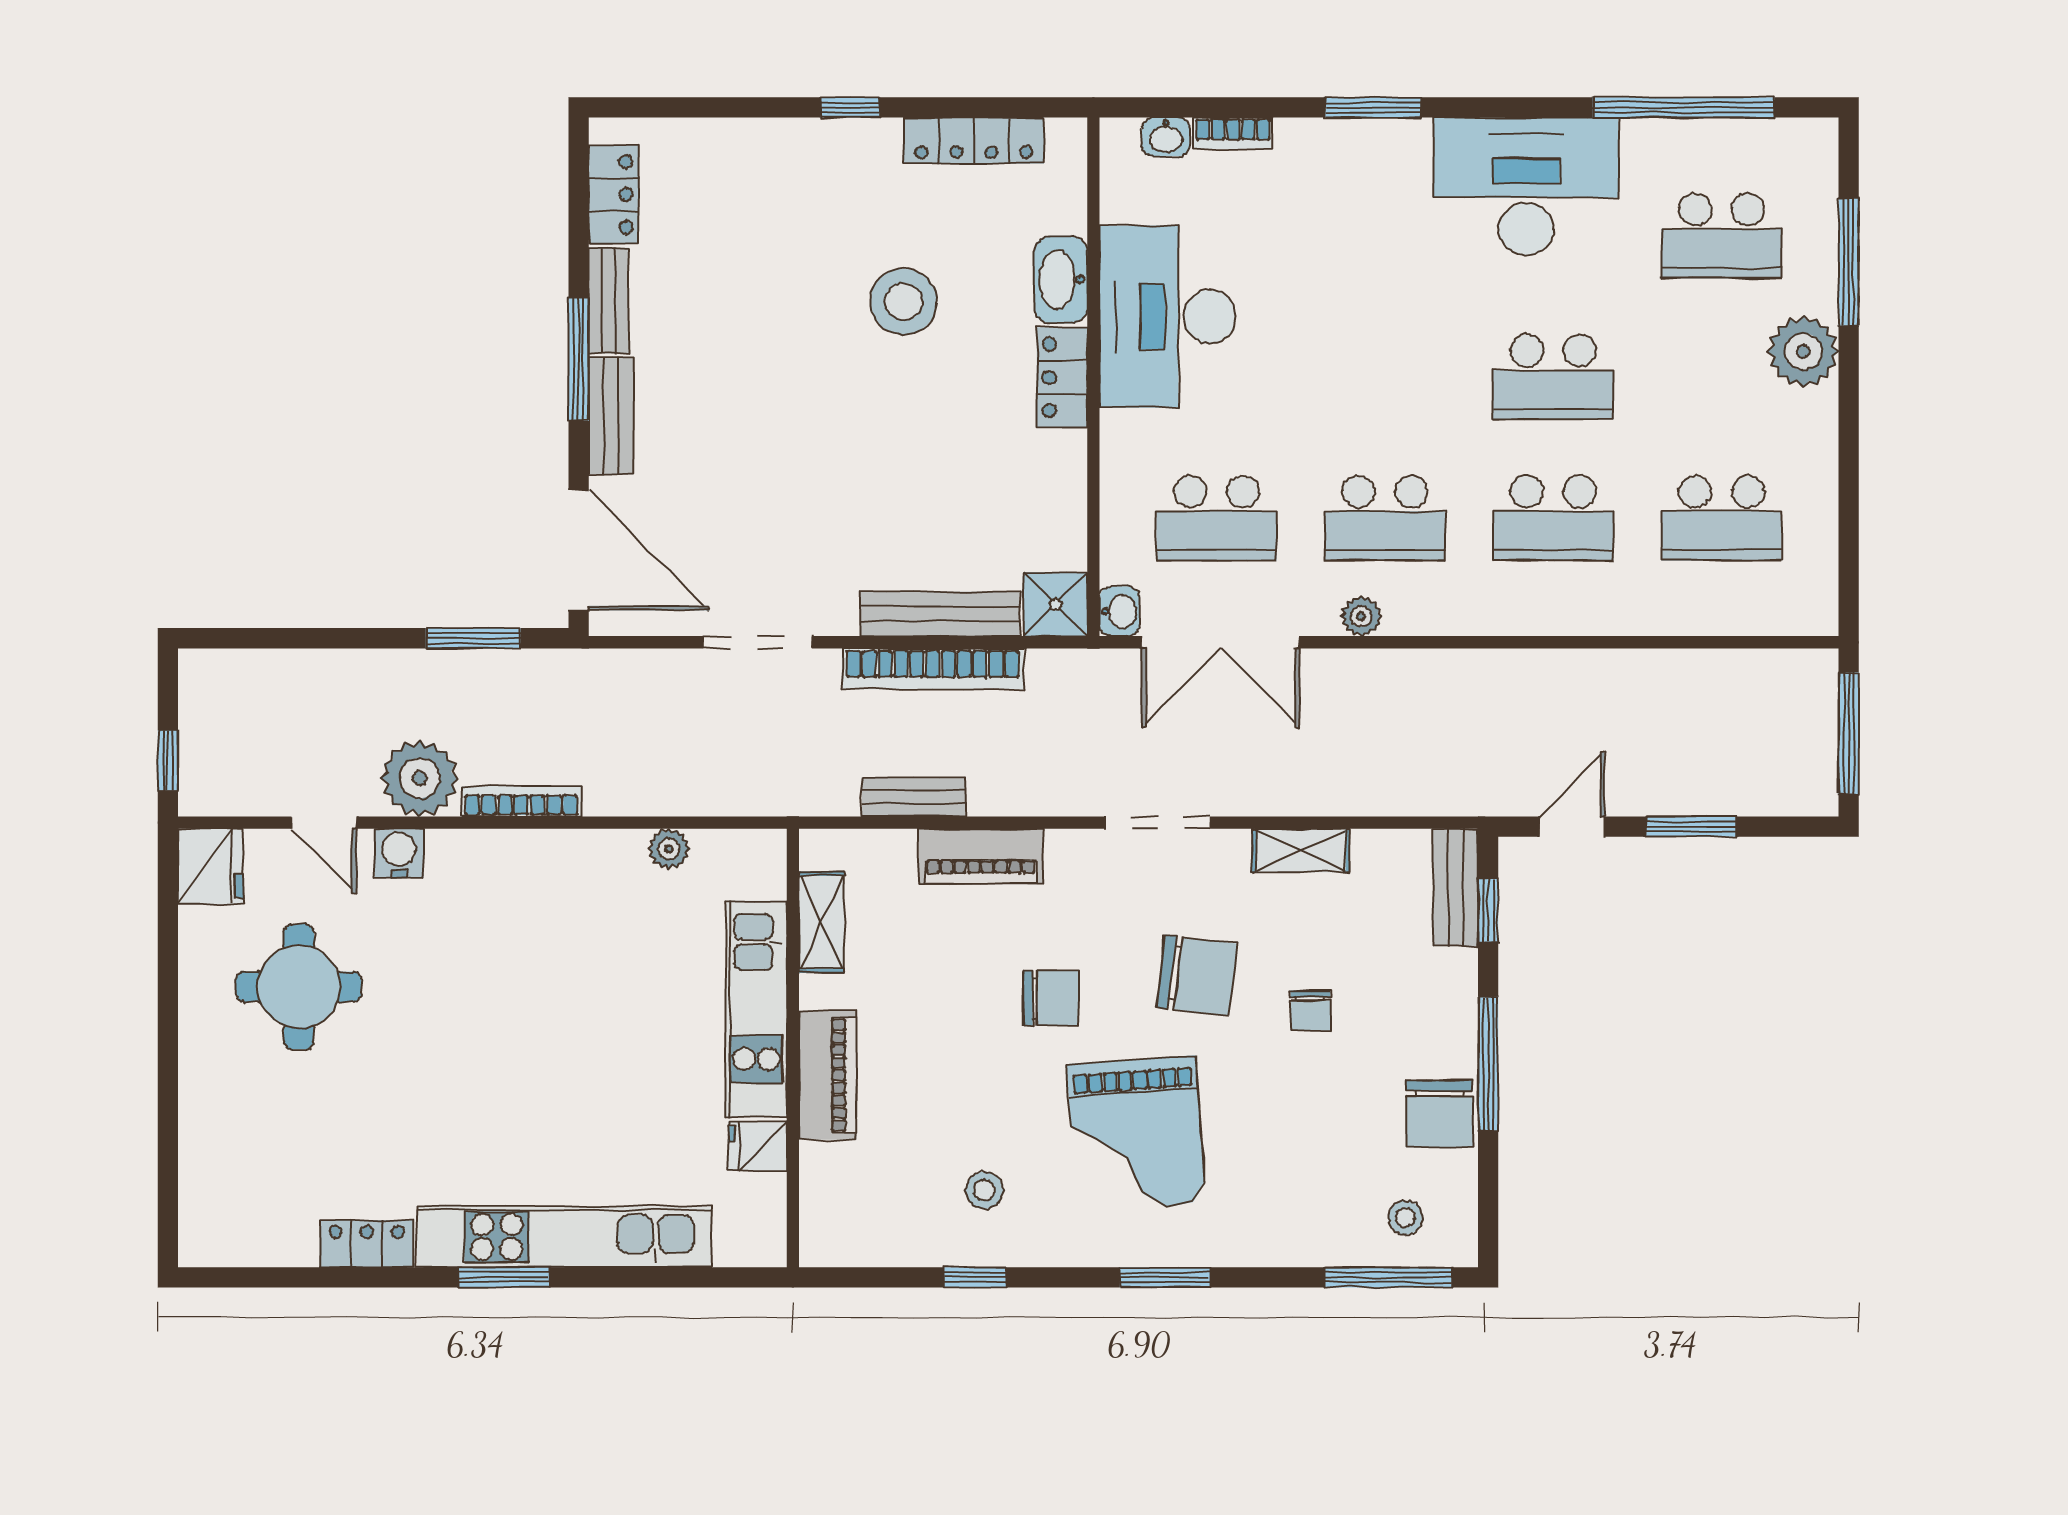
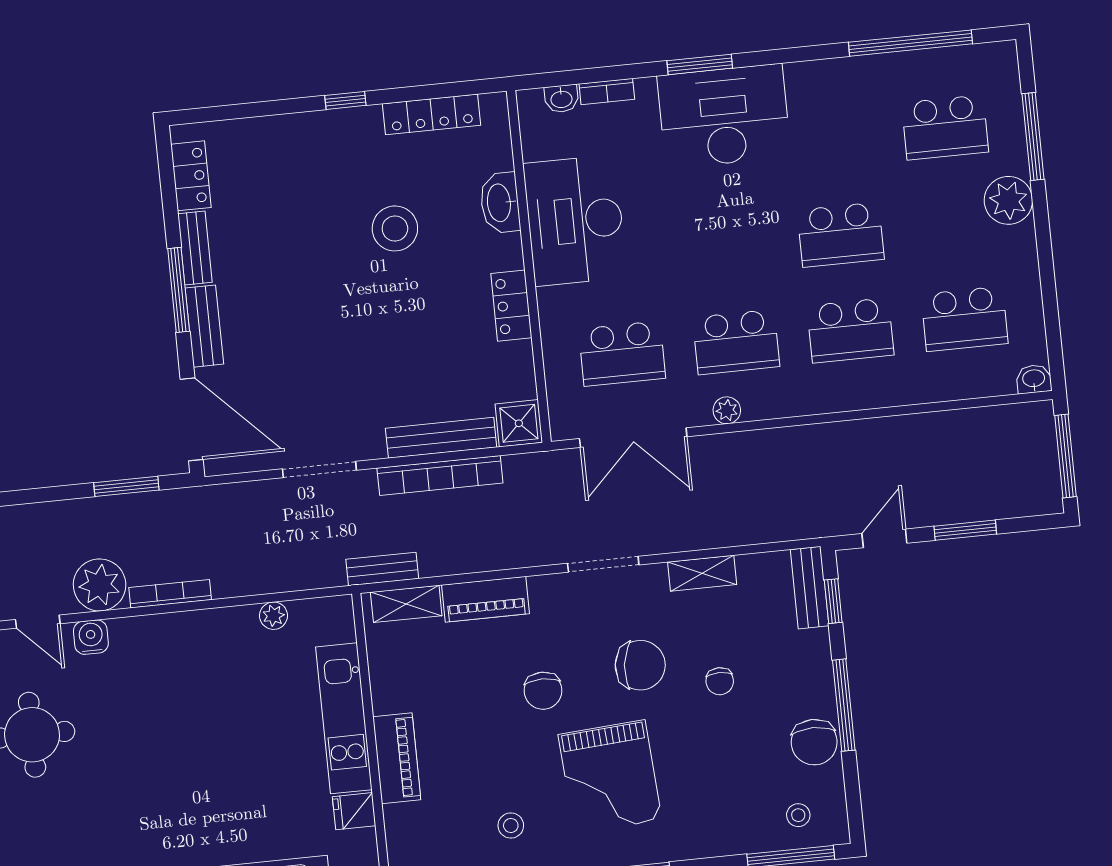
desk: (1526, 186) -> (724, 116), moved
locker: (1062, 377) -> (511, 306), moved
washbasin: (1120, 611) -> (1034, 379), moved, turned -90
bench: (914, 797) -> (382, 569), moved
shelving: (822, 922) -> (406, 604), moved, turned 90
chair: (1051, 998) -> (543, 691), turned 90

